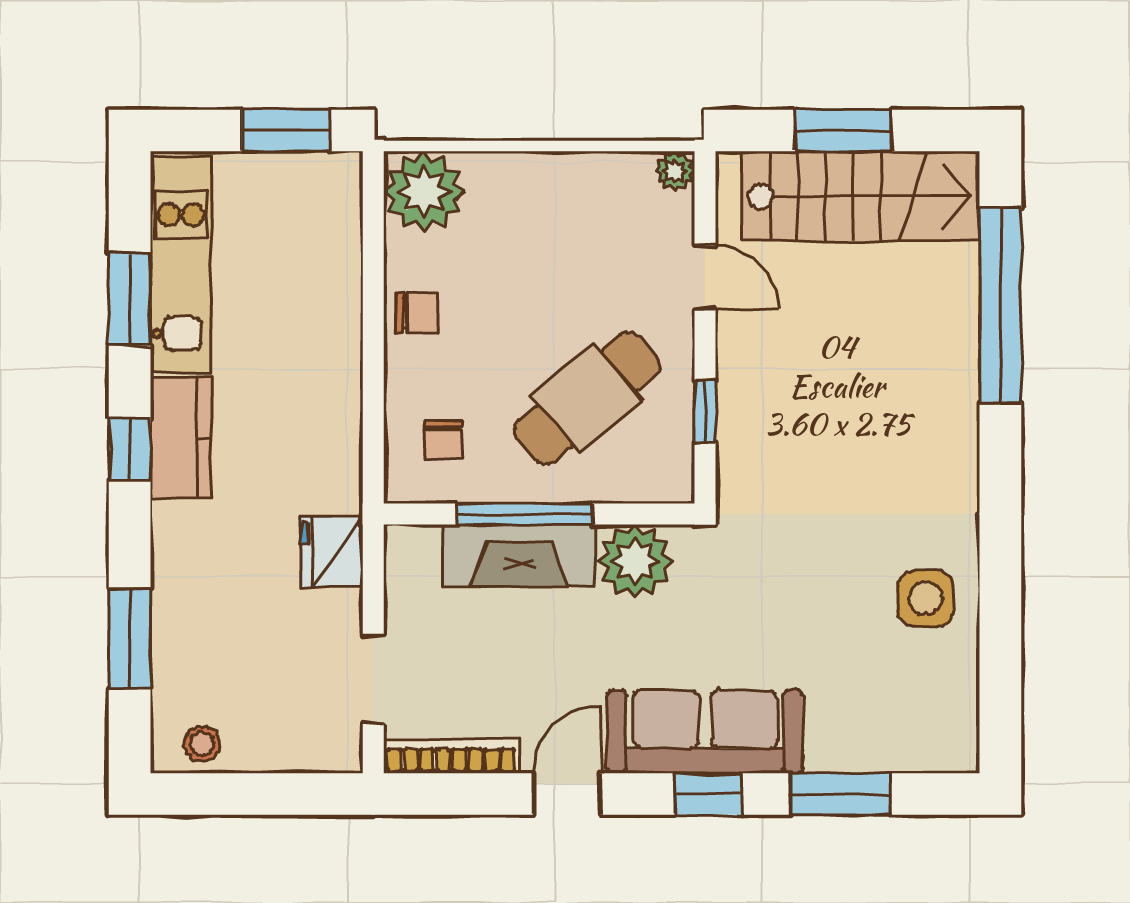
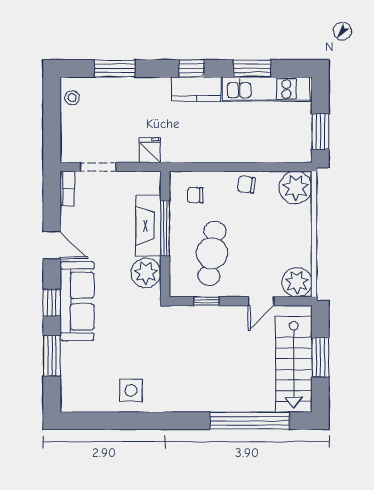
plant: (675, 171) -> (297, 282), width x1.88, depth x1.88
chair: (417, 313) -> (246, 185), turned 97
cafe table: (587, 398) -> (212, 253), turned 48
fridge: (332, 552) -> (150, 150), width x0.72
bookcase: (451, 756) -> (67, 189), width x0.64

